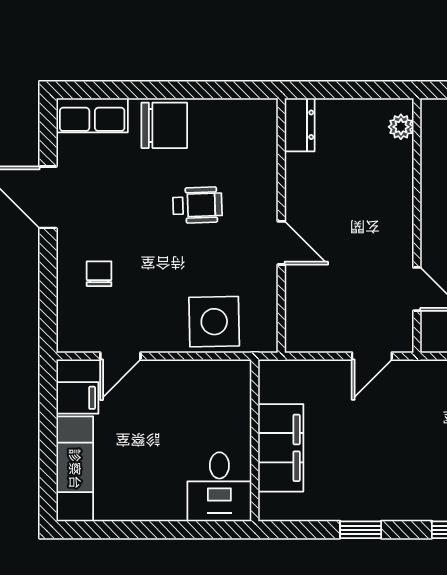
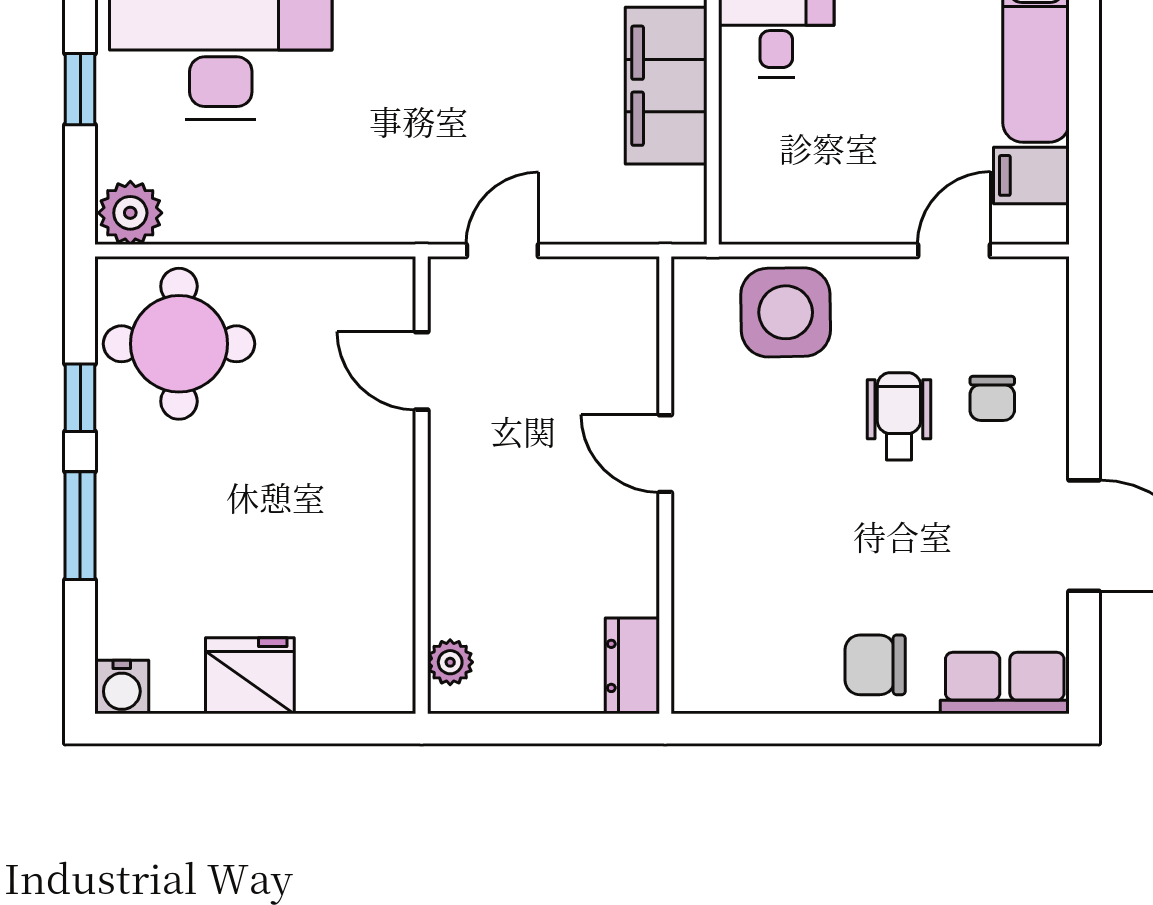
chair: (164, 125) -> (875, 665), width x0.73, depth x0.73
wheelchair: (197, 205) -> (899, 416), moved, turned 92

